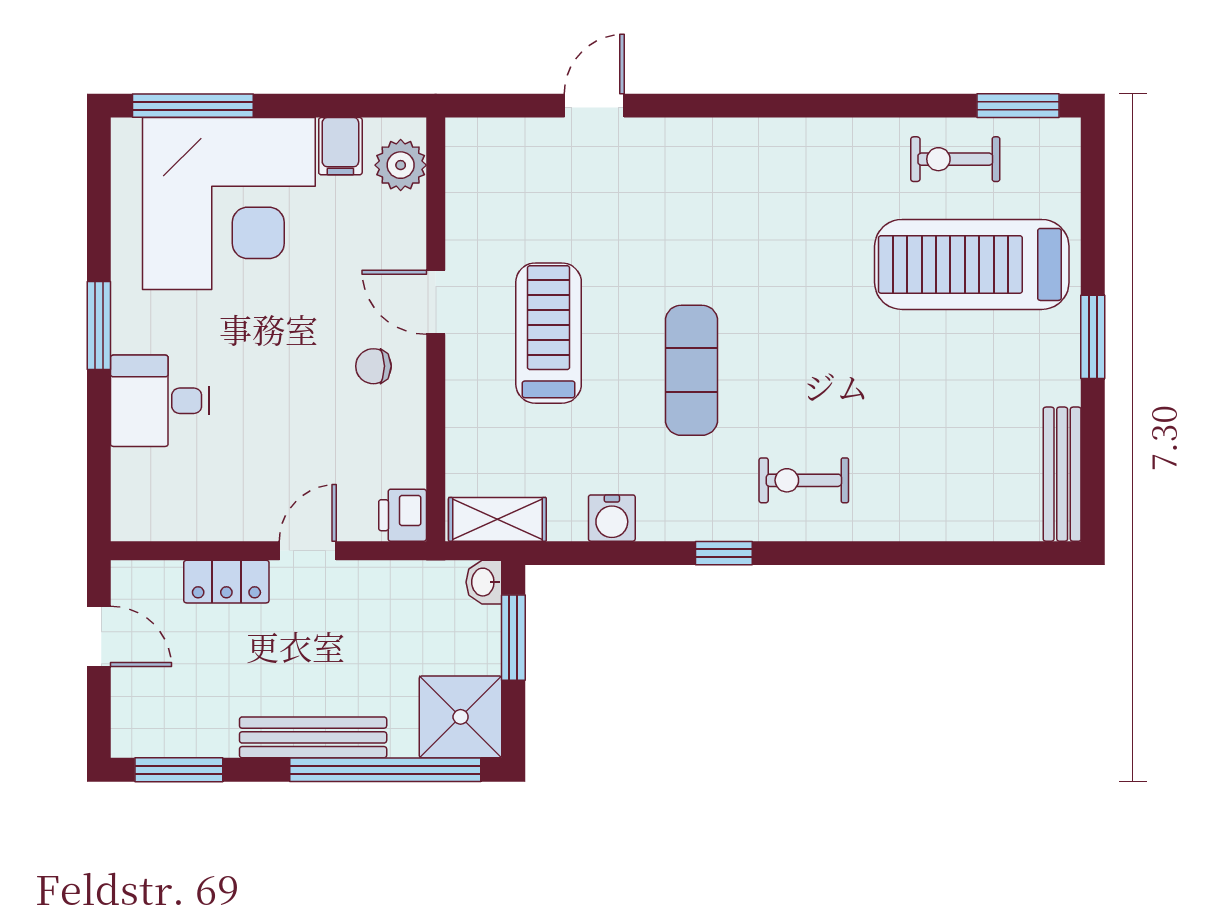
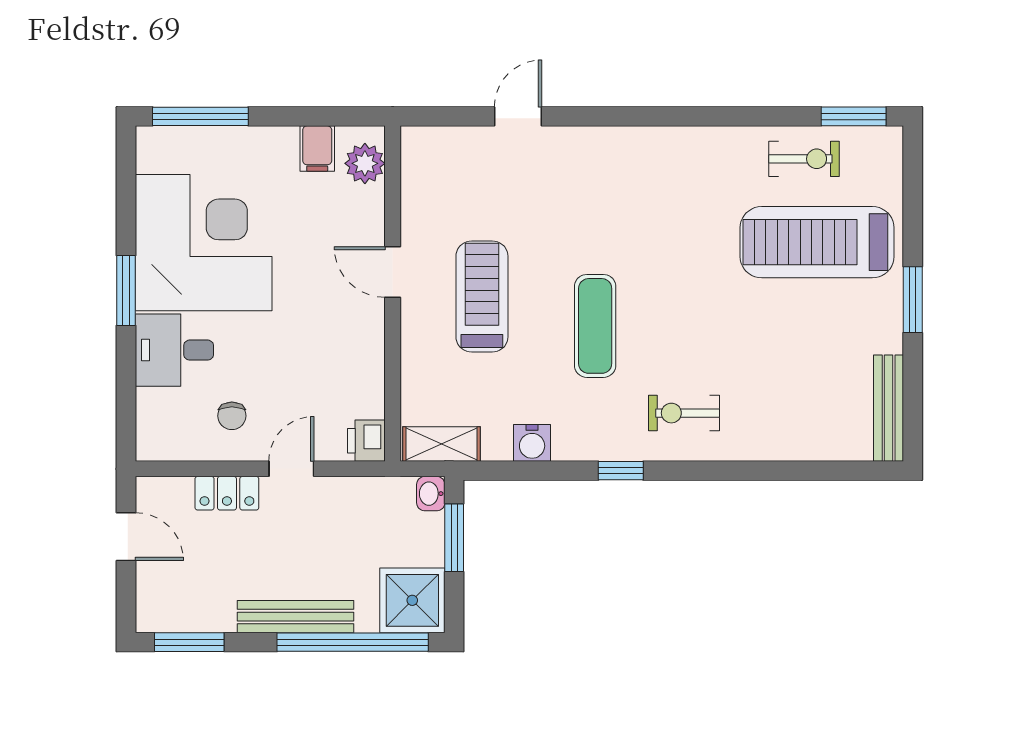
exercise bike: (955, 159) -> (804, 159), turned 180
corner desk: (229, 204) -> (204, 243), moved, turned -90
chair: (373, 366) -> (232, 416), moved, turned -90

